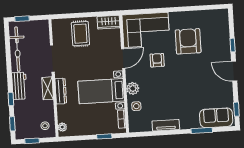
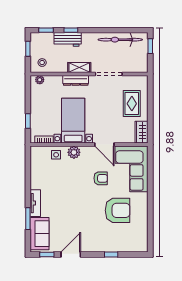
rug: (80, 34) -> (132, 104), turned 90
door: (234, 71) -> (71, 254), moved
workbench: (19, 86) -> (68, 39), moved
tv unit: (166, 125) -> (35, 203), moved

